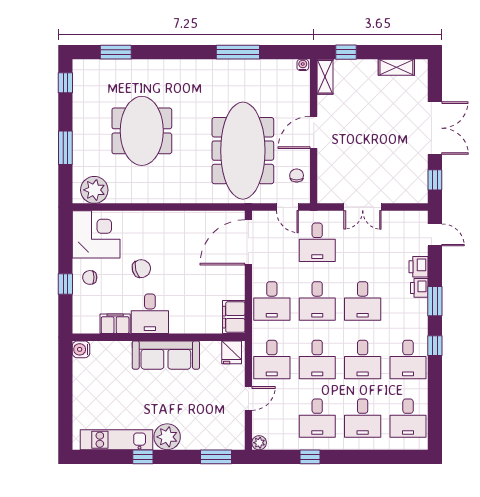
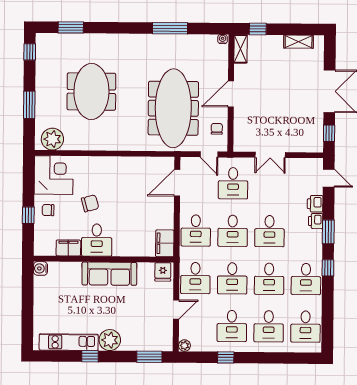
door: (248, 242) -> (177, 183), width x0.73

